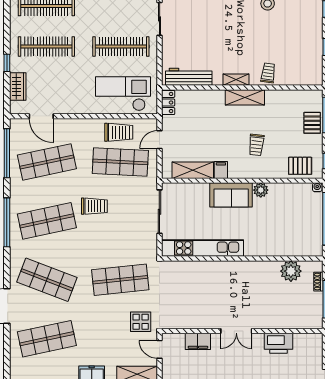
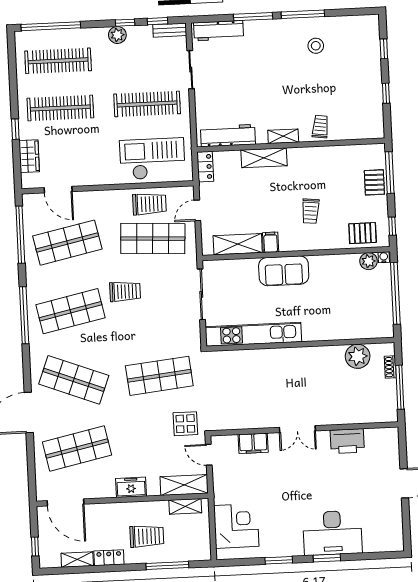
shelving: (245, 97) -> (264, 158), moved
plant: (261, 190) -> (369, 261), moved

